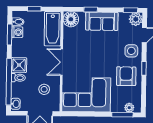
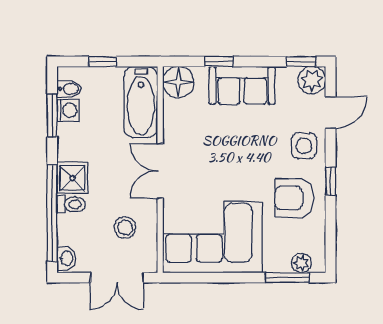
armchair: (126, 76) -> (294, 198), turned -90

